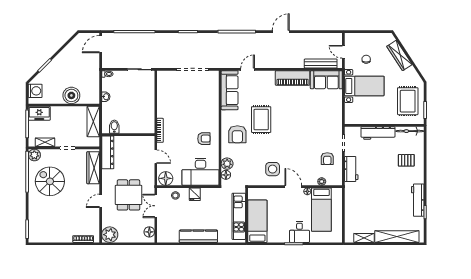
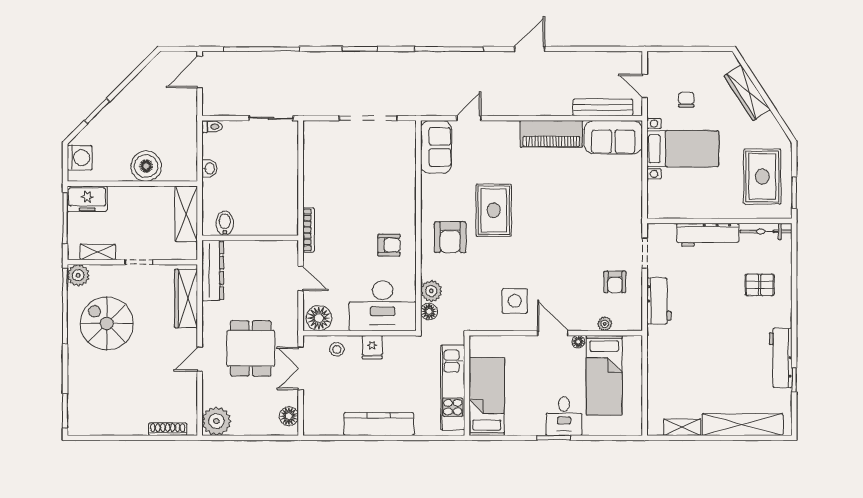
sofa: (230, 90) -> (436, 147), width x0.73

